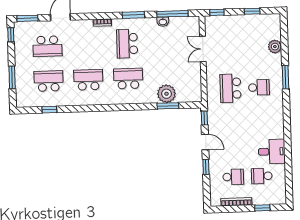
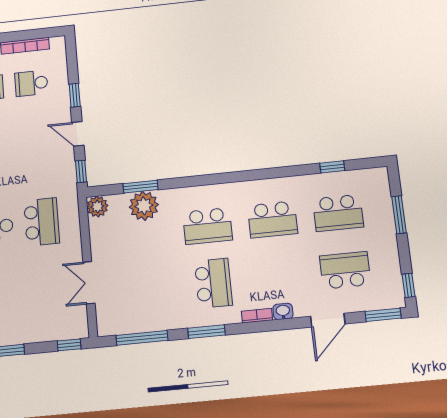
washbasin: (163, 22) -> (283, 311), moved
double door: (203, 49) -> (89, 283), swing flipped
plant: (195, 95) -> (97, 207), added

